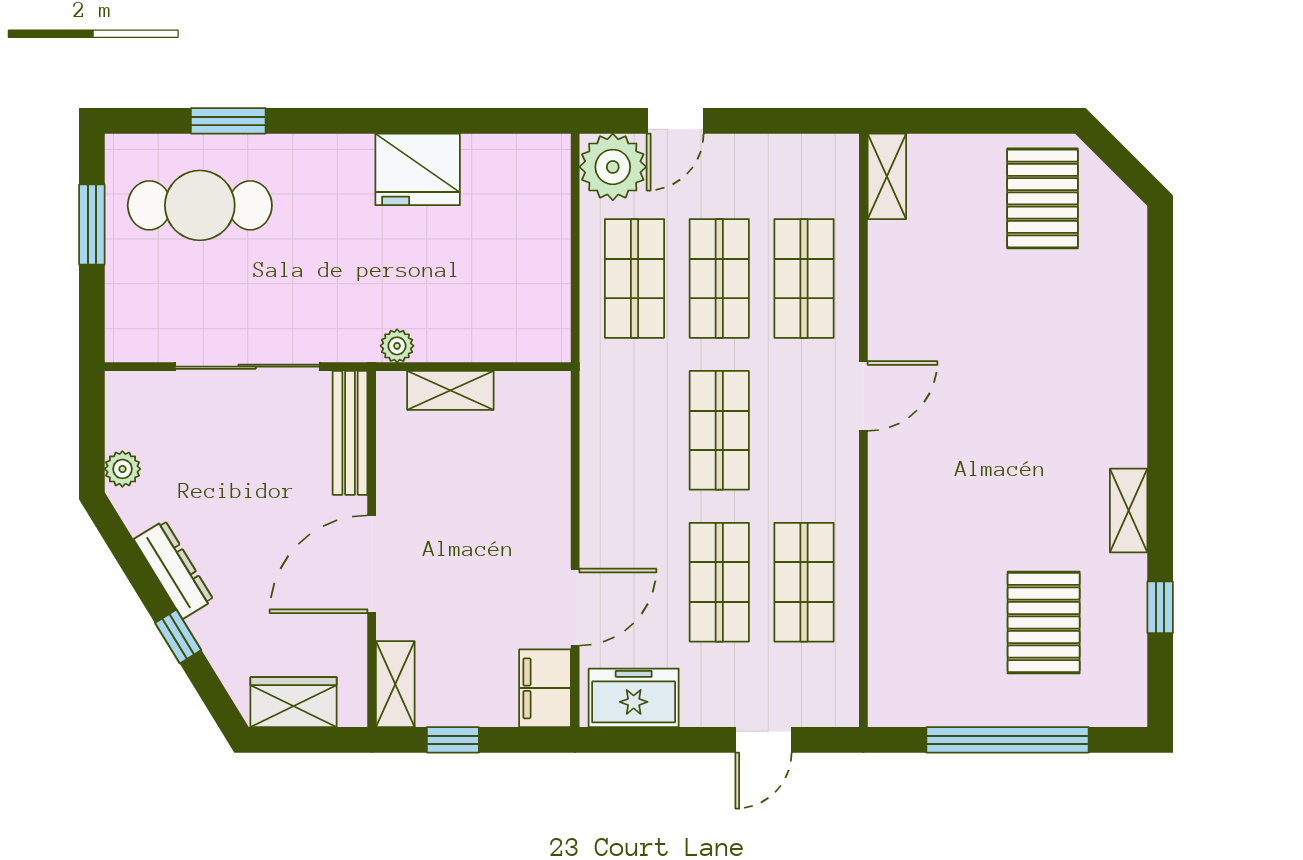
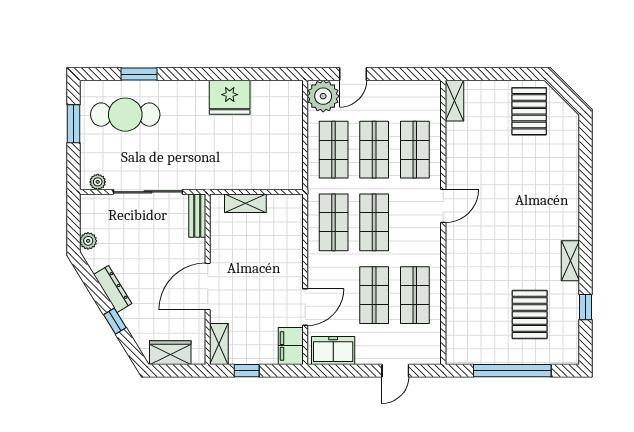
plant: (397, 346) -> (98, 182), moved
shop shelf: (634, 430) -> (334, 222), added
bench: (350, 433) -> (197, 216), width x0.73

